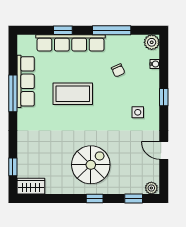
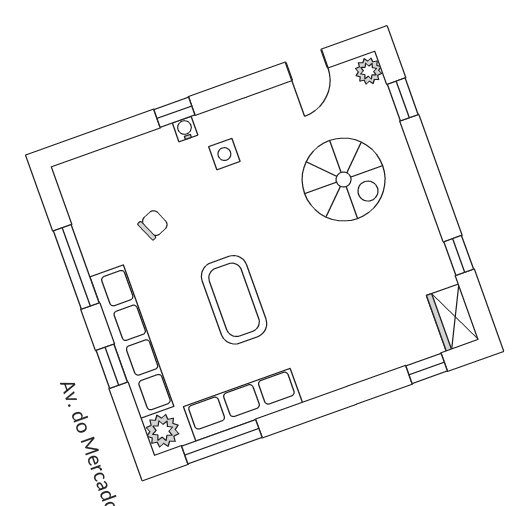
plant: (152, 42) -> (163, 431), moved
water cooler: (155, 64) -> (185, 129), moved
window: (13, 93) -> (222, 442), moved
door: (164, 150) -> (307, 65), moved
spiral stairs: (91, 165) -> (344, 180), moved, turned 180
window: (95, 198) -> (459, 255), moved

